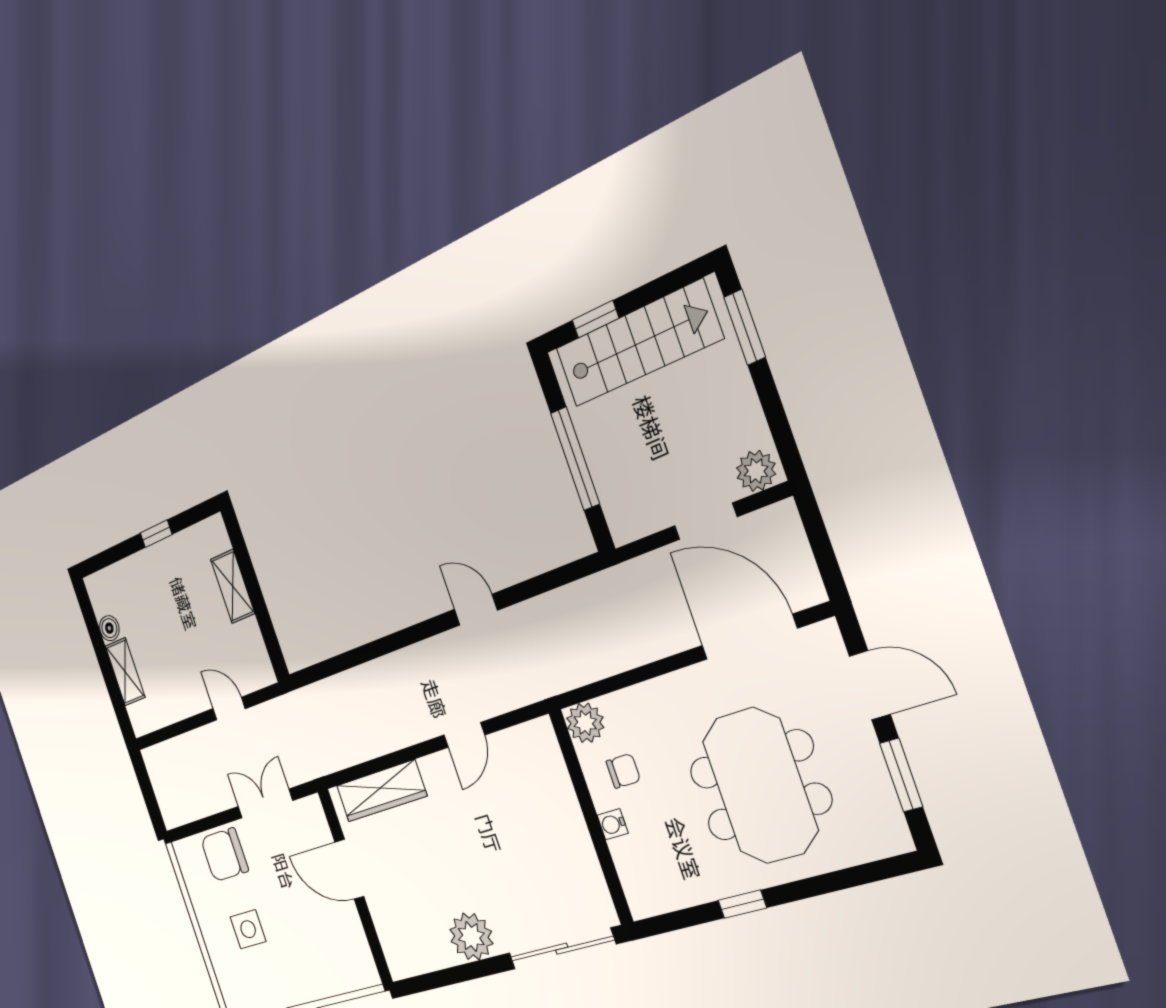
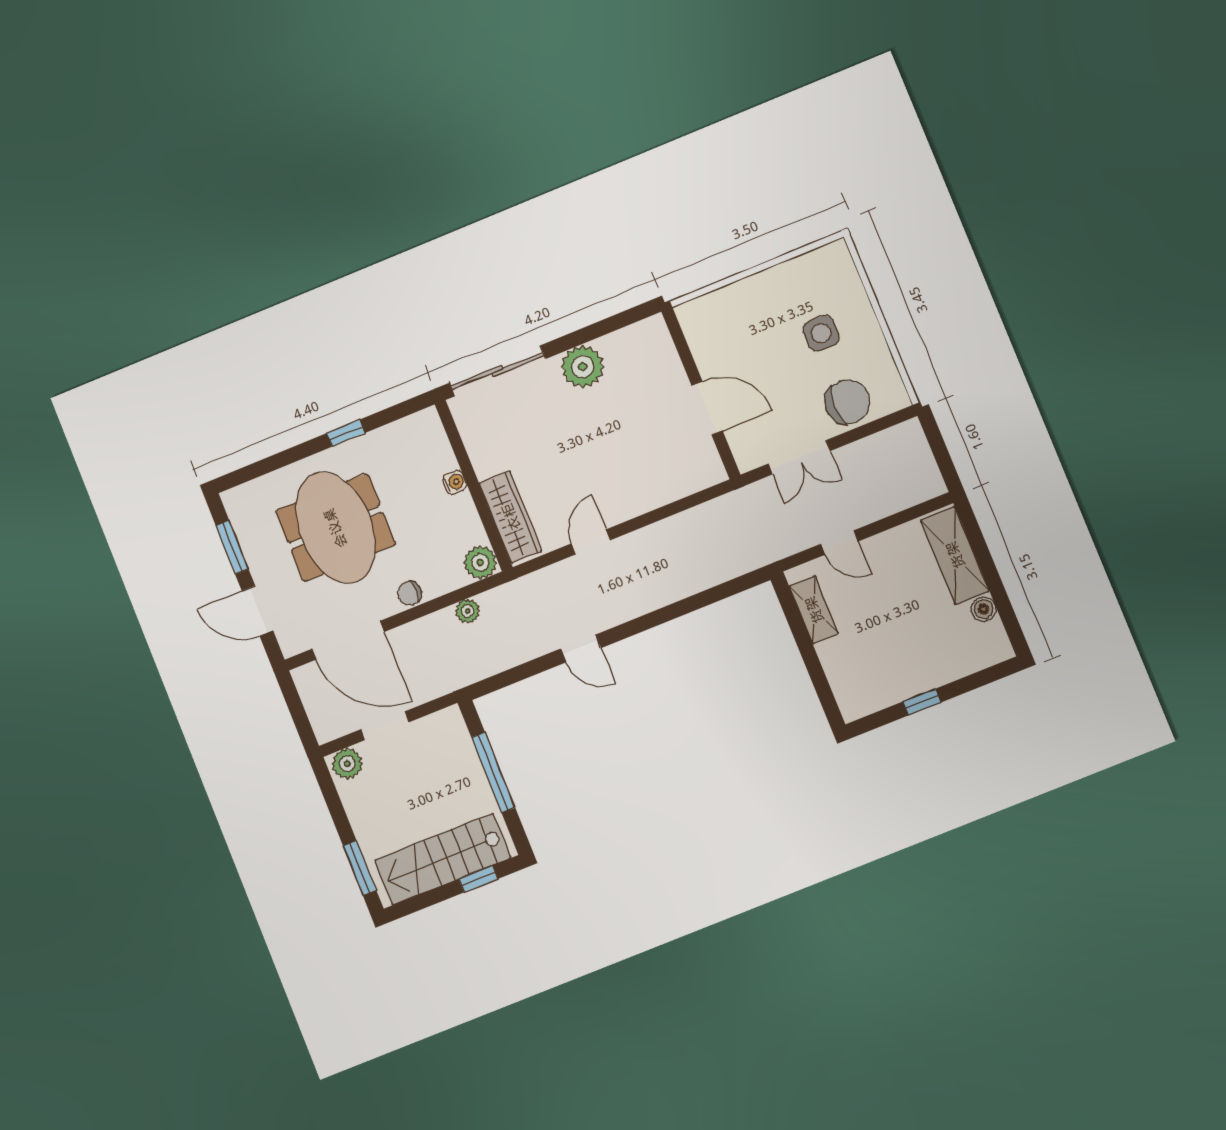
shelving: (233, 586) -> (814, 610), moved
plant: (601, 664) -> (468, 611), added
shelving: (125, 672) -> (955, 555), width x1.50, depth x1.33
chair: (623, 771) -> (410, 593), moved
wardrobe: (381, 791) -> (511, 517), moved, turned 90

